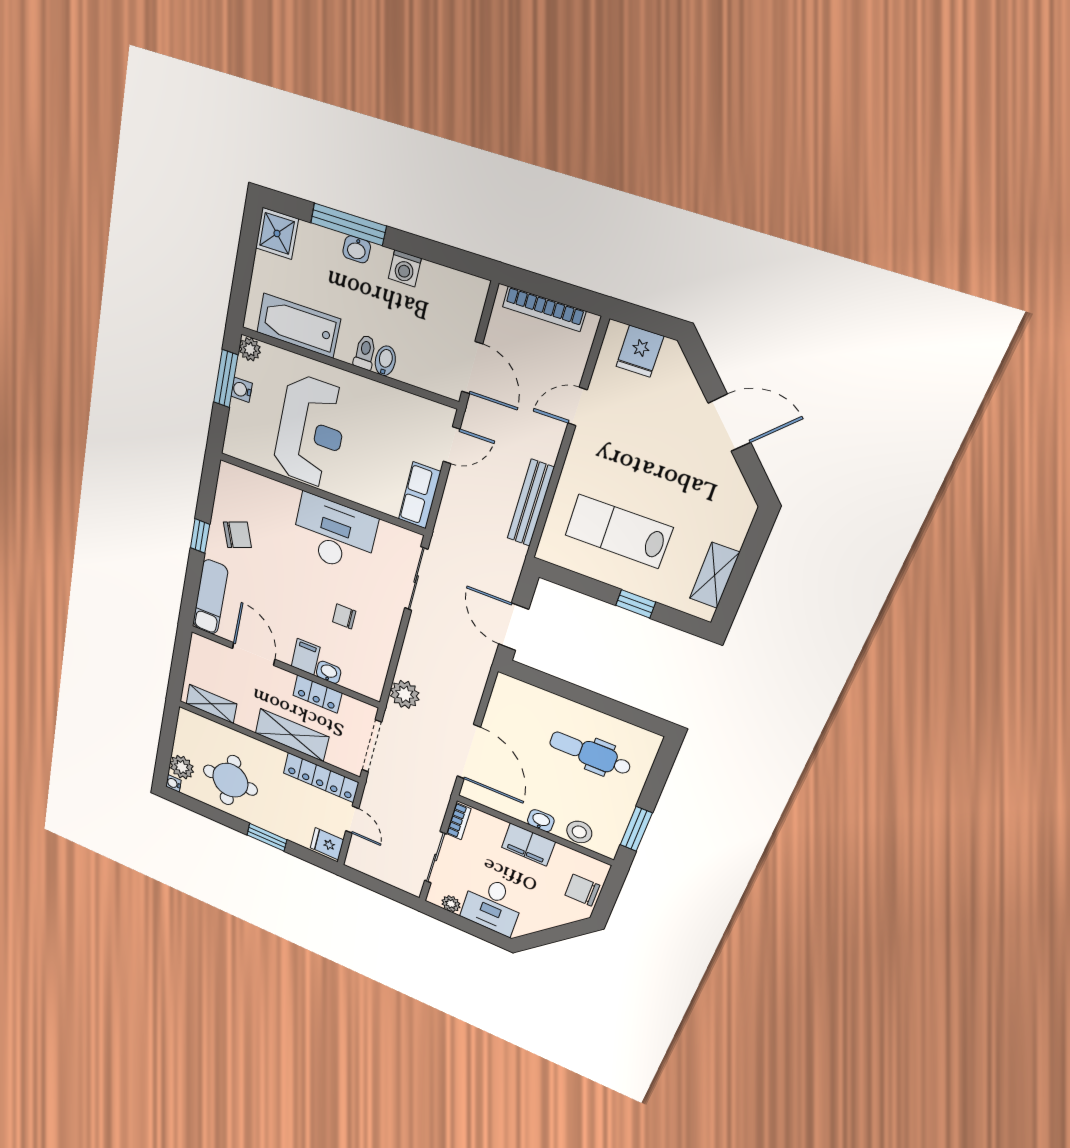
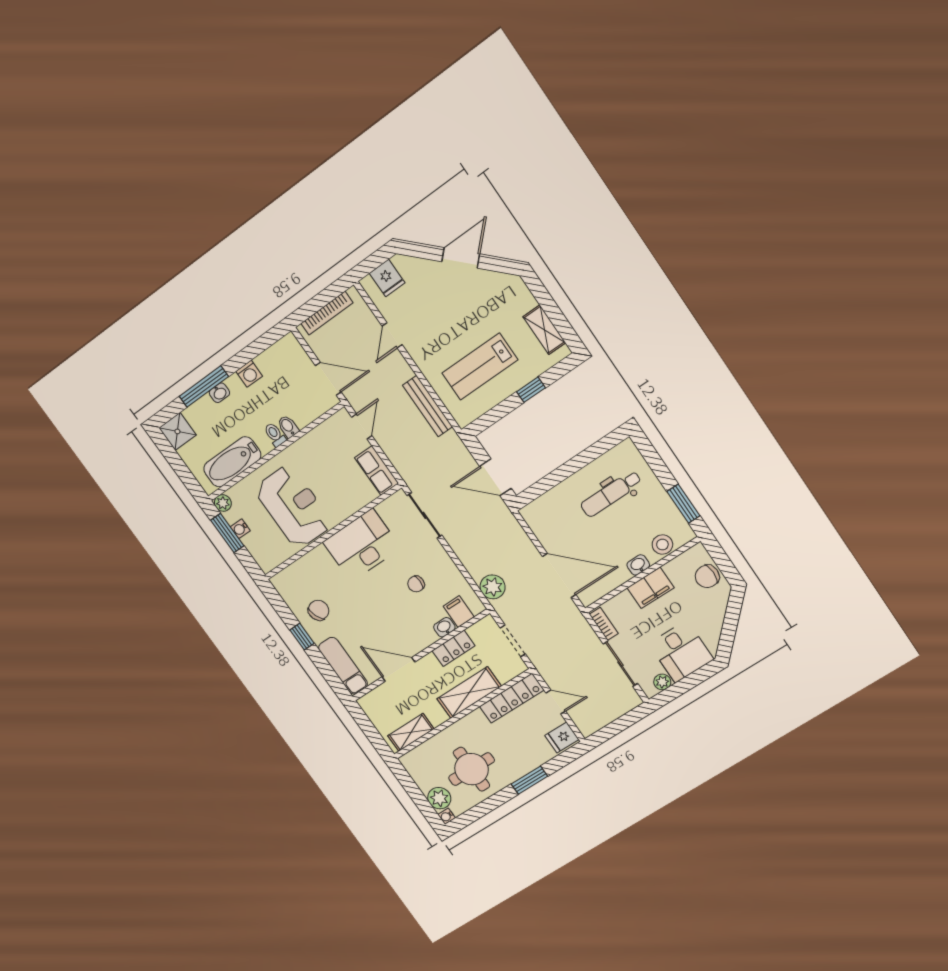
filing cabinet: (306, 657) -> (459, 612), moved
doorway: (372, 746) -> (513, 641), width x0.73

